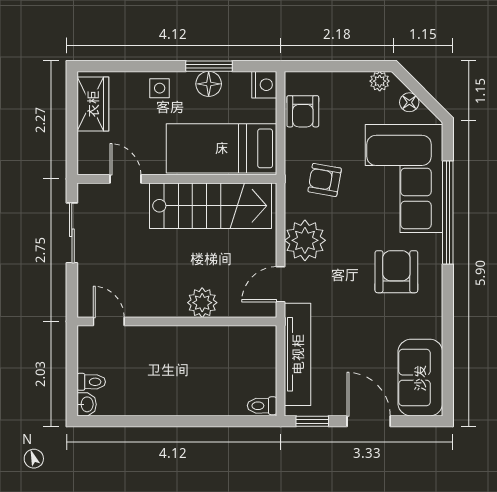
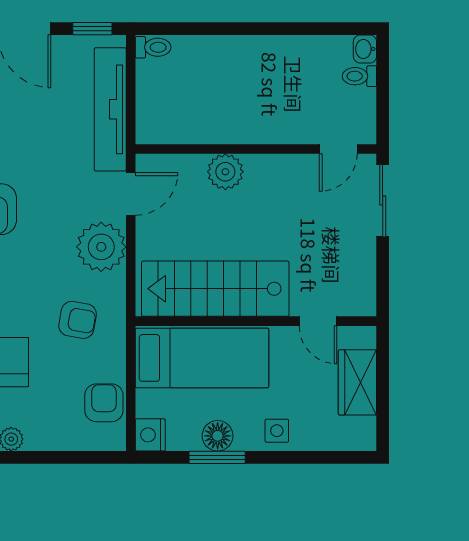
wardrobe: (93, 104) -> (357, 382), moved
sliding door: (72, 233) -> (383, 201), moved
door: (109, 321) -> (338, 149), hinge flipped

